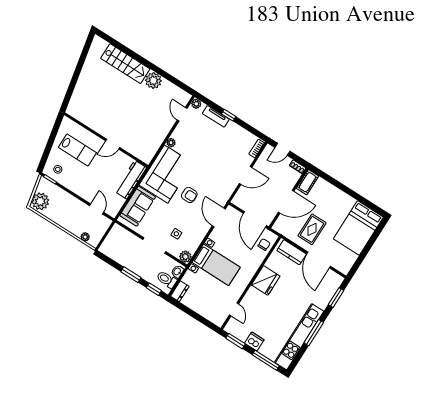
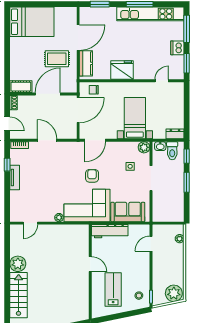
plant: (196, 104) -> (15, 217), removed
window: (229, 115) -> (7, 165), moved
tv unit: (216, 116) -> (15, 178), moved
door: (286, 202) -> (48, 94), hinge flipped

